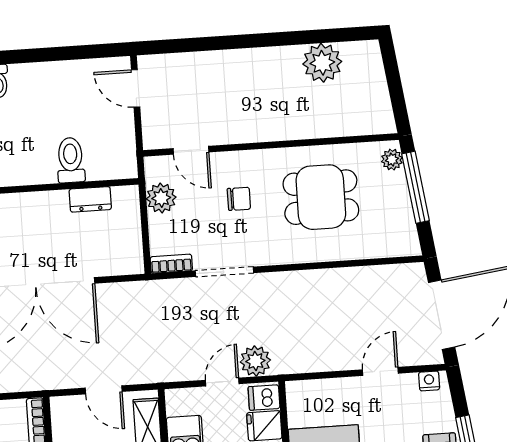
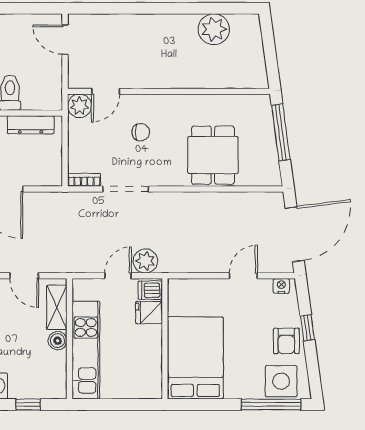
door: (191, 150) -> (106, 91), hinge flipped
plant: (392, 160) -> (264, 109), removed
dining table: (321, 197) -> (213, 155), moved, turned 90
plant: (161, 198) -> (80, 106), moved
dresser: (90, 199) -> (31, 125), width x1.44

